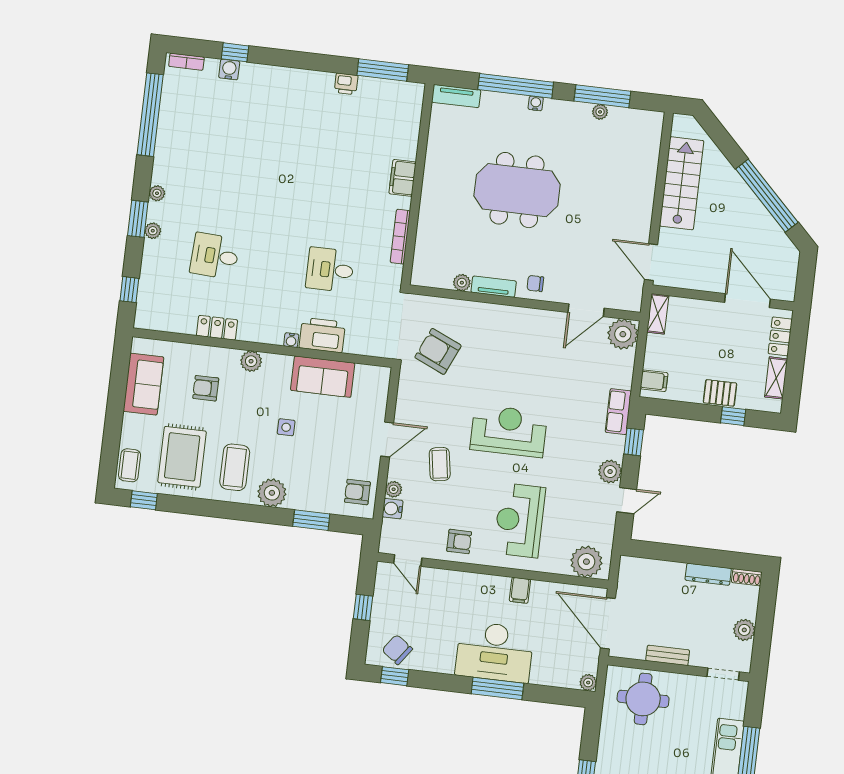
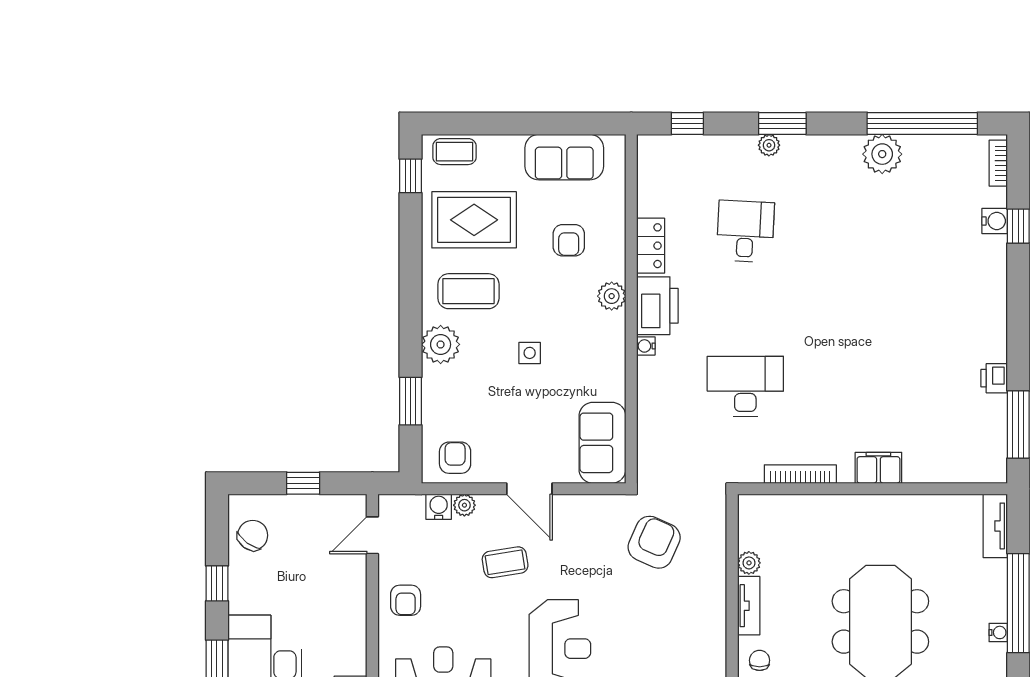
plant: (157, 193) -> (882, 154), moved, width x1.88, depth x1.88
desk: (330, 270) -> (745, 386), width x1.37
printer: (322, 335) -> (657, 306), moved
sofa: (323, 377) -> (602, 443), moved
armchair: (206, 388) -> (569, 240), turned 180
window: (395, 676) -> (217, 583), moved

